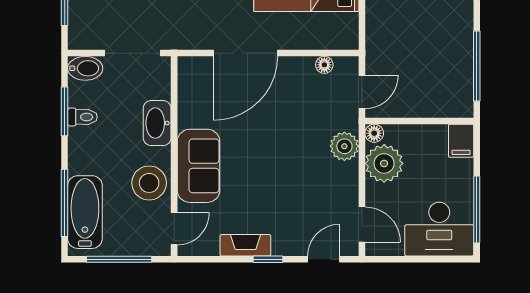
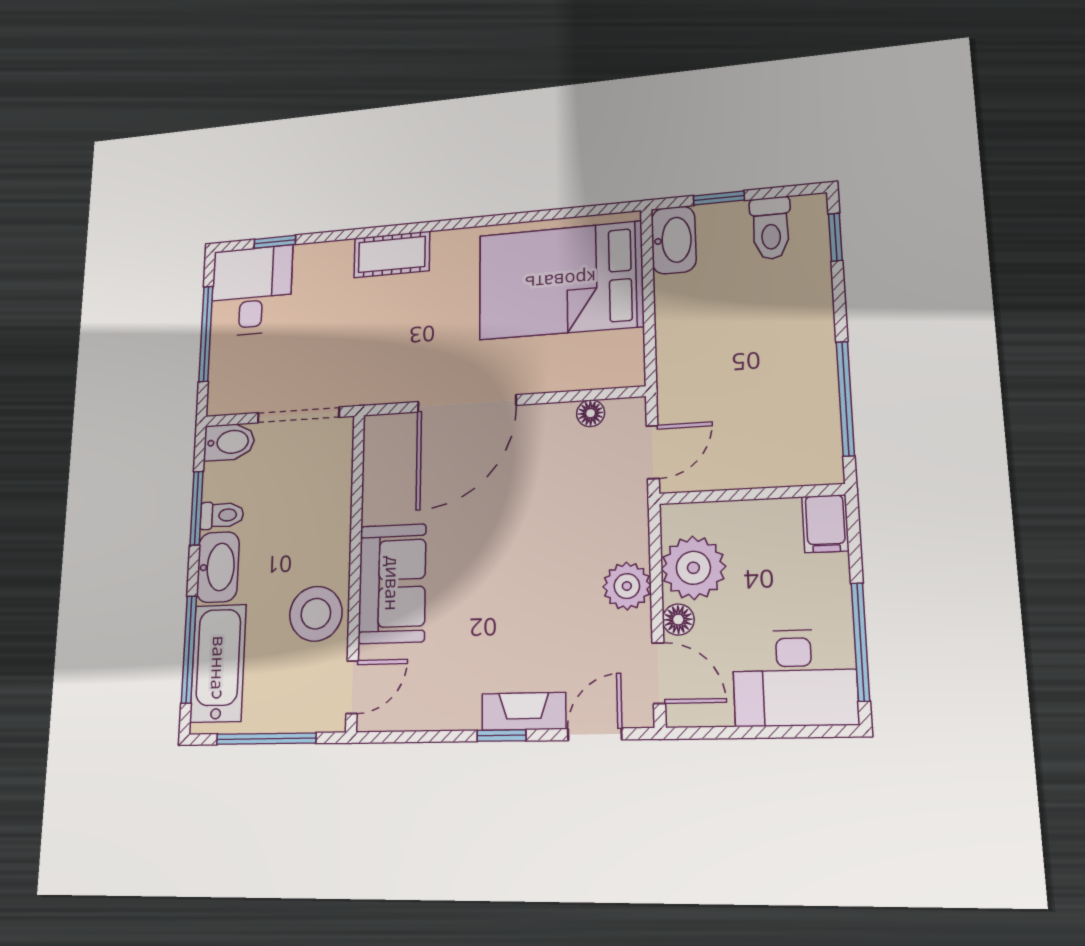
washbasin: (157, 123) -> (218, 567), moved, turned 180
floor lamp: (374, 133) -> (678, 620), moved
plant: (344, 146) -> (627, 586), moved
fireplace: (245, 245) -> (524, 711), moved

